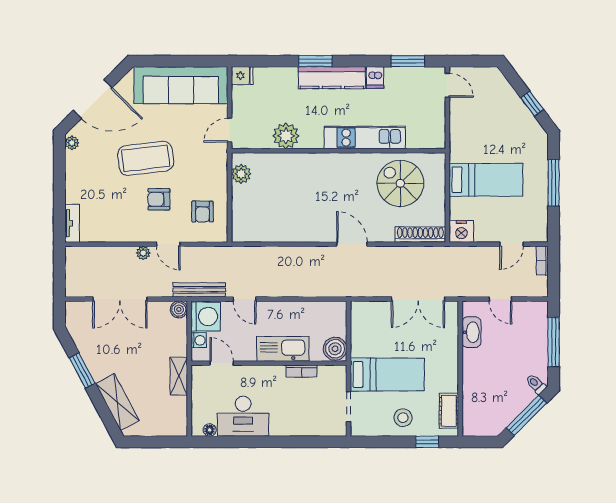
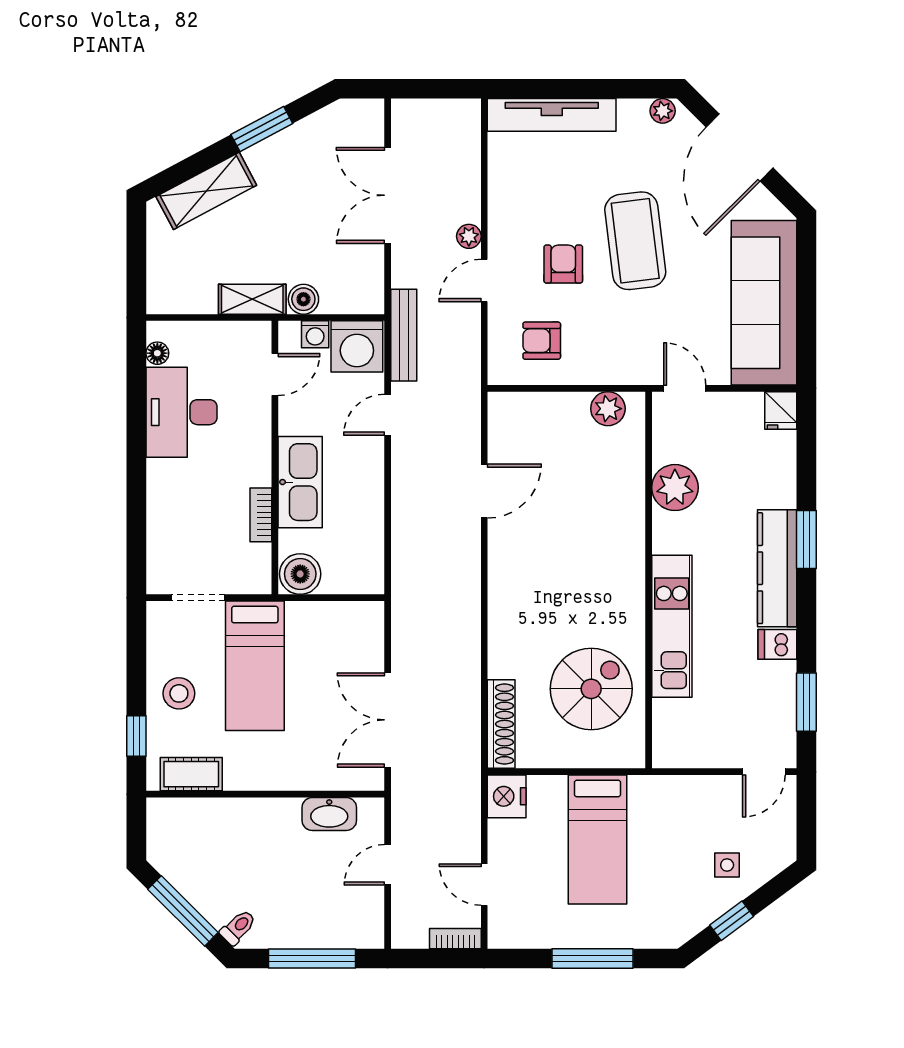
side table: (500, 106) -> (727, 865), added
tv unit: (72, 223) -> (552, 115), width x1.92, depth x1.29
door: (352, 244) -> (484, 491), moved
boiler: (179, 309) -> (303, 299), moved

